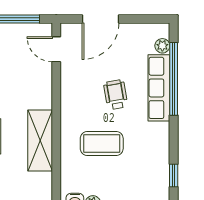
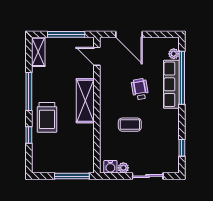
door: (101, 19) -> (129, 34), hinge flipped
shelving: (40, 141) -> (85, 101), moved
coffee table: (102, 144) -> (130, 125), width x0.73, depth x0.77

